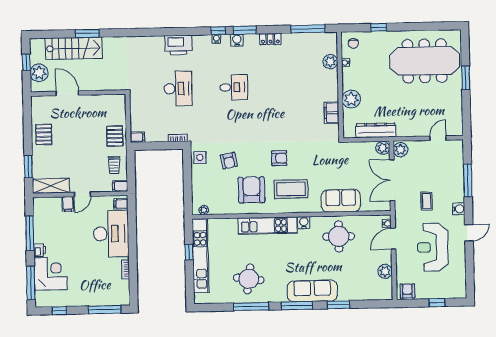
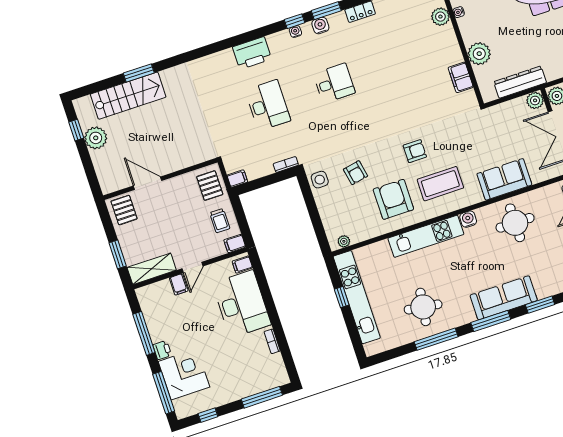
door: (67, 93) -> (147, 183), moved
wall: (78, 93) -> (160, 179), moved

